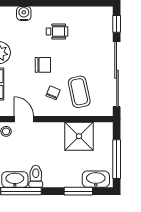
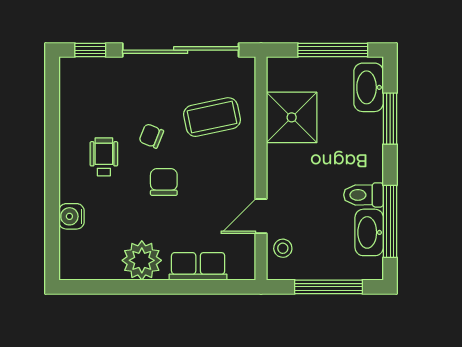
chair: (53, 93) -> (151, 136), moved

